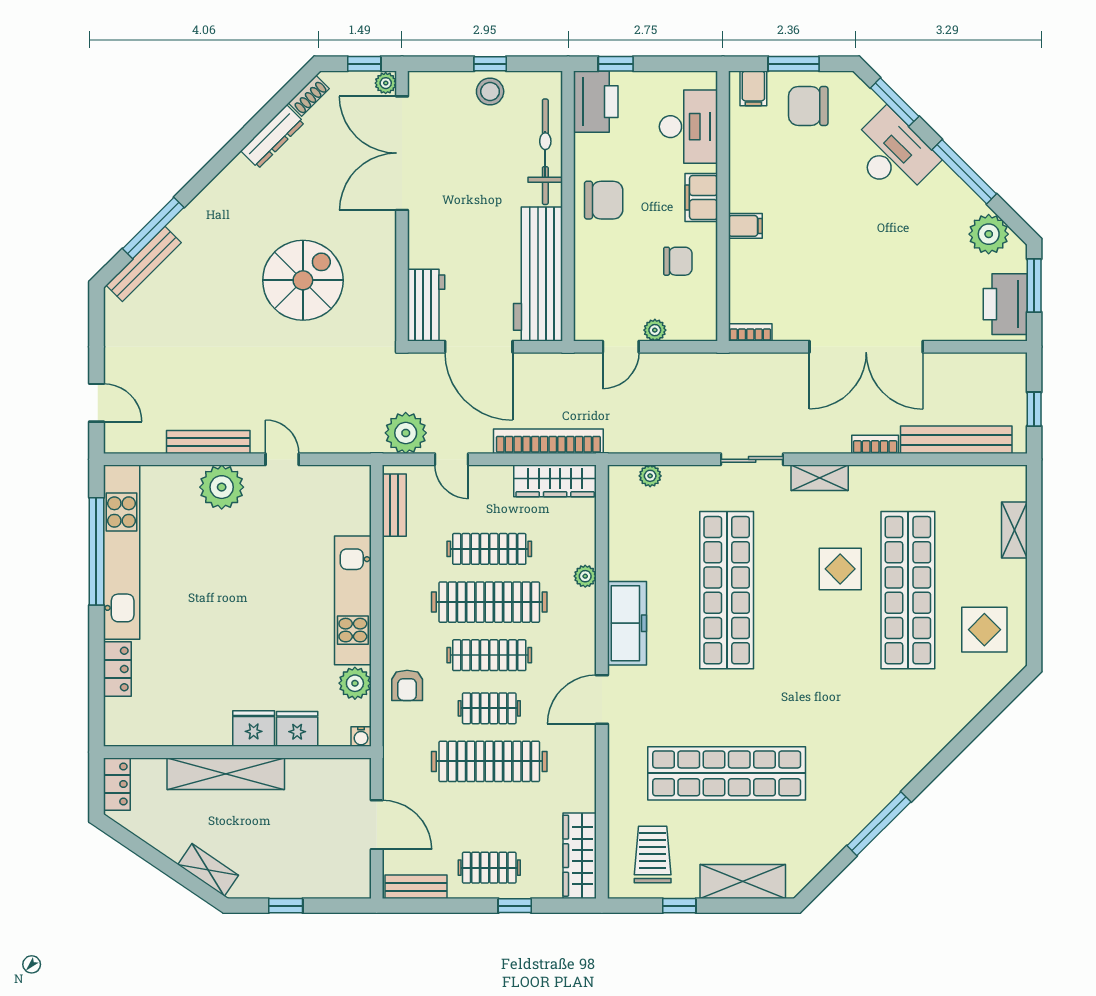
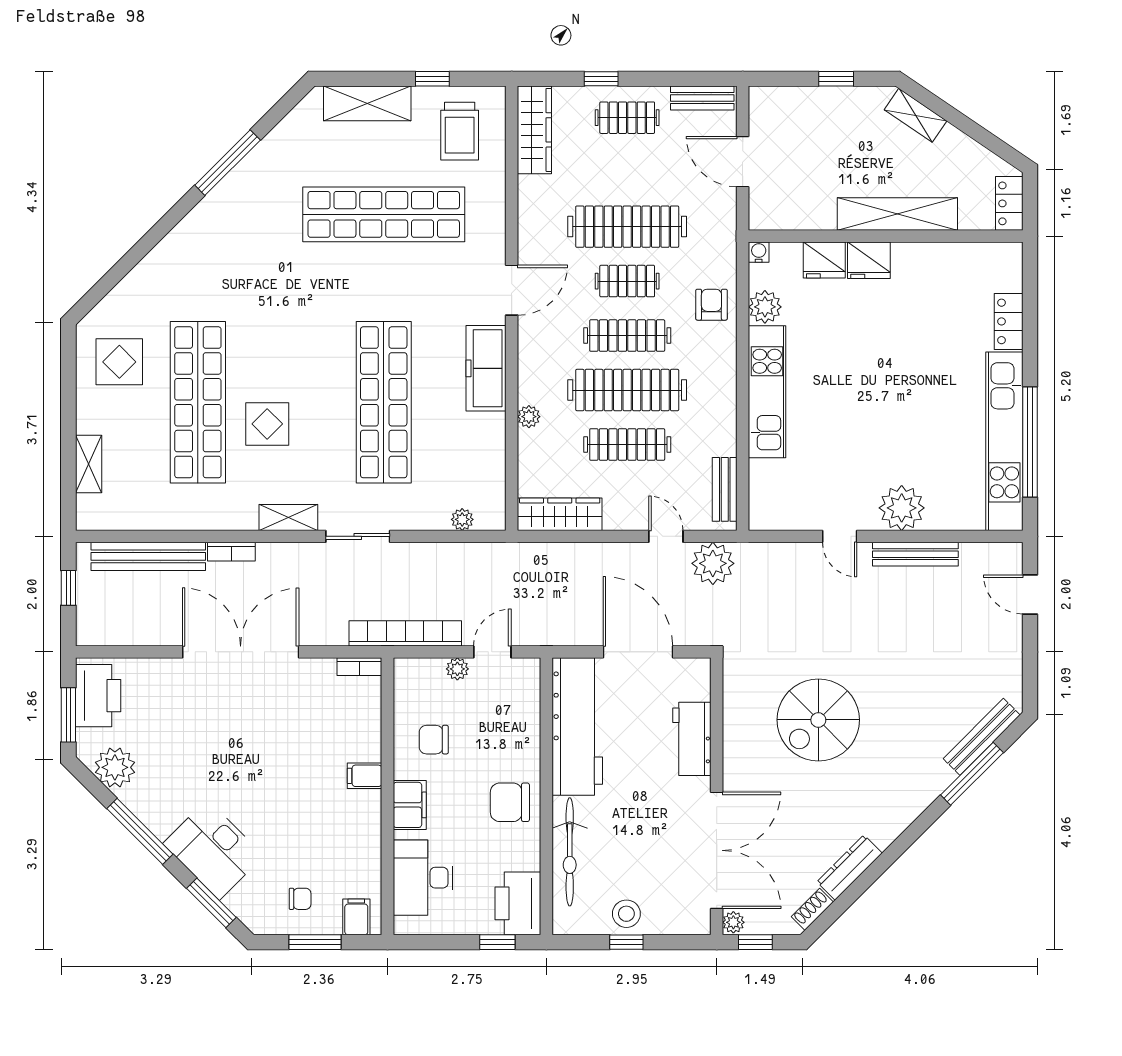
chair: (808, 106) -> (300, 899), width x0.54, depth x0.54
workbench: (426, 305) -> (692, 739), moved
bookcase: (548, 441) -> (405, 633), moved, turned 180

